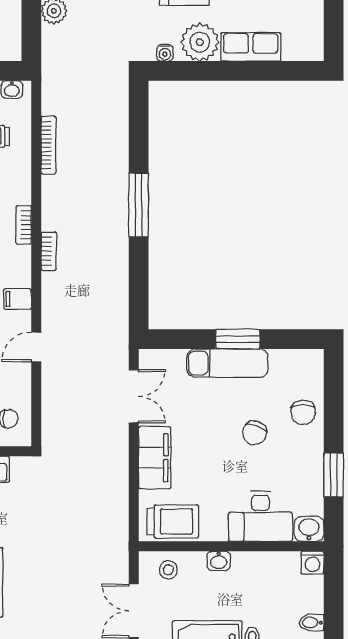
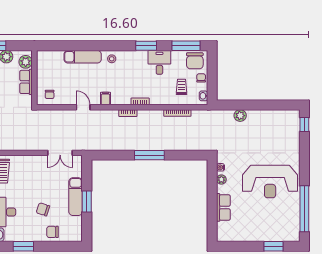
plant: (200, 42) -> (221, 180), width x0.53, depth x0.53
filing cabinet: (155, 458) -> (31, 163), removed

